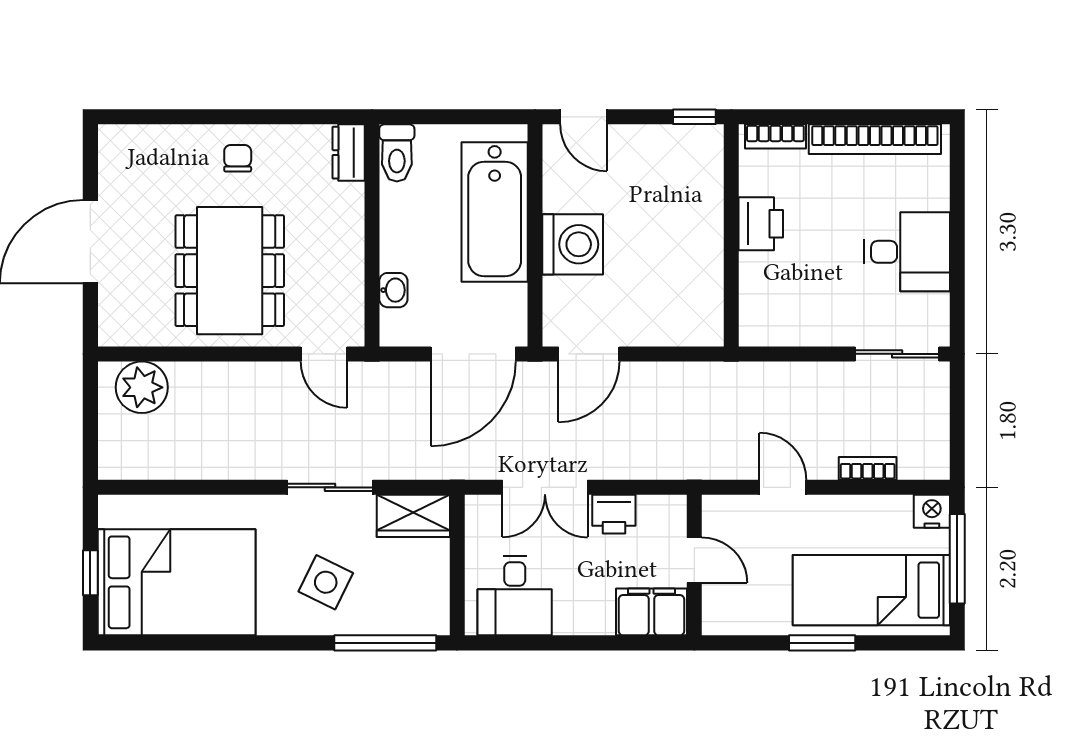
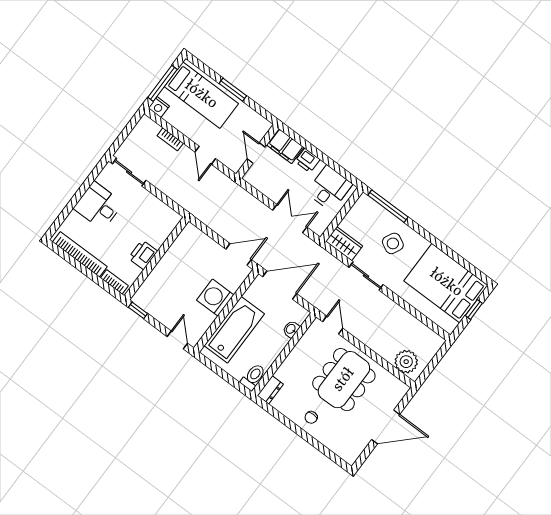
printer: (614, 514) -> (307, 161), moved, turned 180

